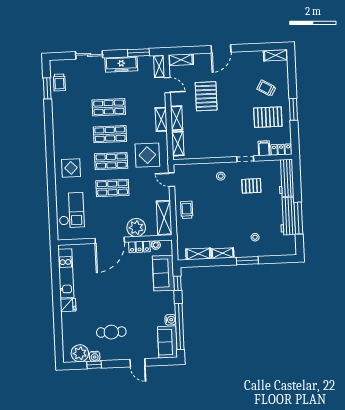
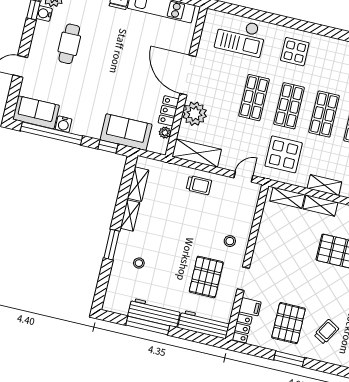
pallet: (251, 186) -> (206, 277), width x1.50, depth x1.42

